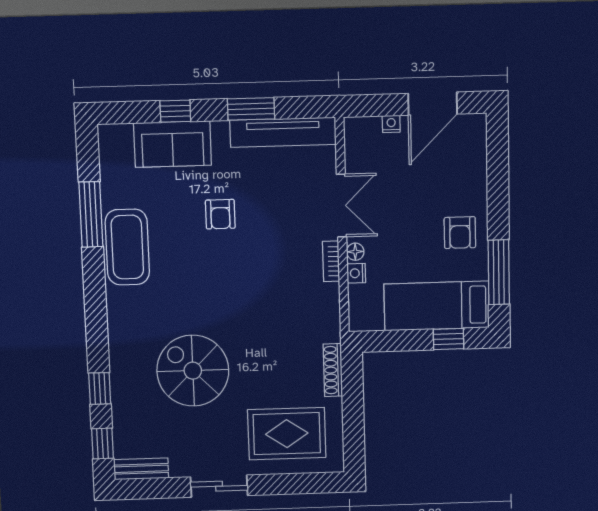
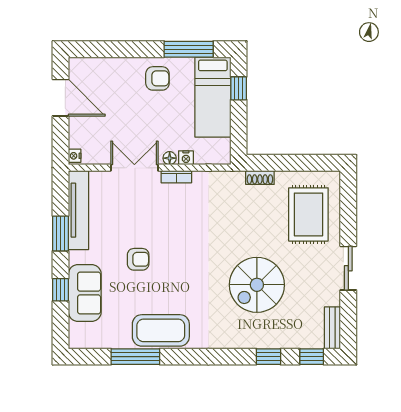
nightstand: (391, 124) -> (75, 156), moved
shoe rack: (333, 370) -> (260, 178), width x0.70

